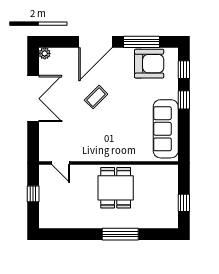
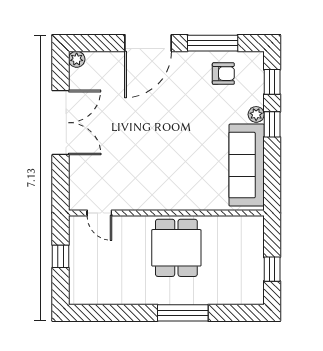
armchair: (149, 64) -> (223, 74), width x0.53, depth x0.53
plant: (172, 93) -> (256, 114), added
coffee table: (96, 97) -> (149, 120), removed

